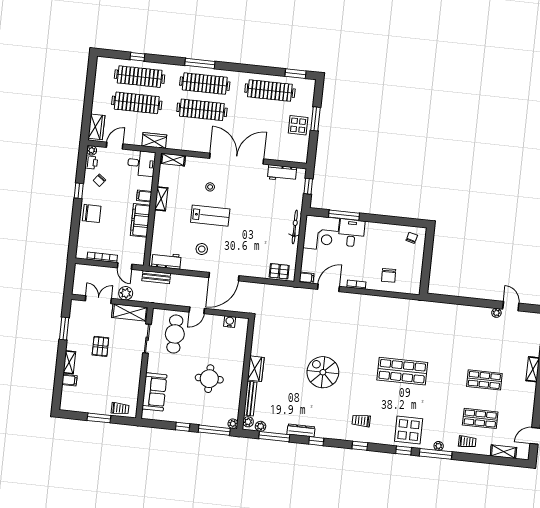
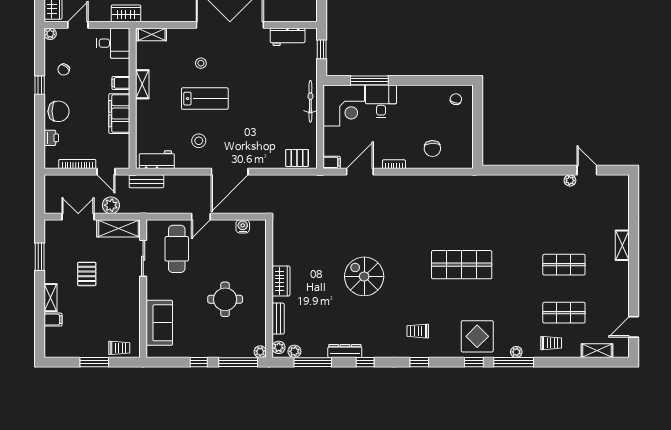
printer: (91, 162) -> (51, 138), moved
bench: (250, 399) -> (278, 319), width x0.73

